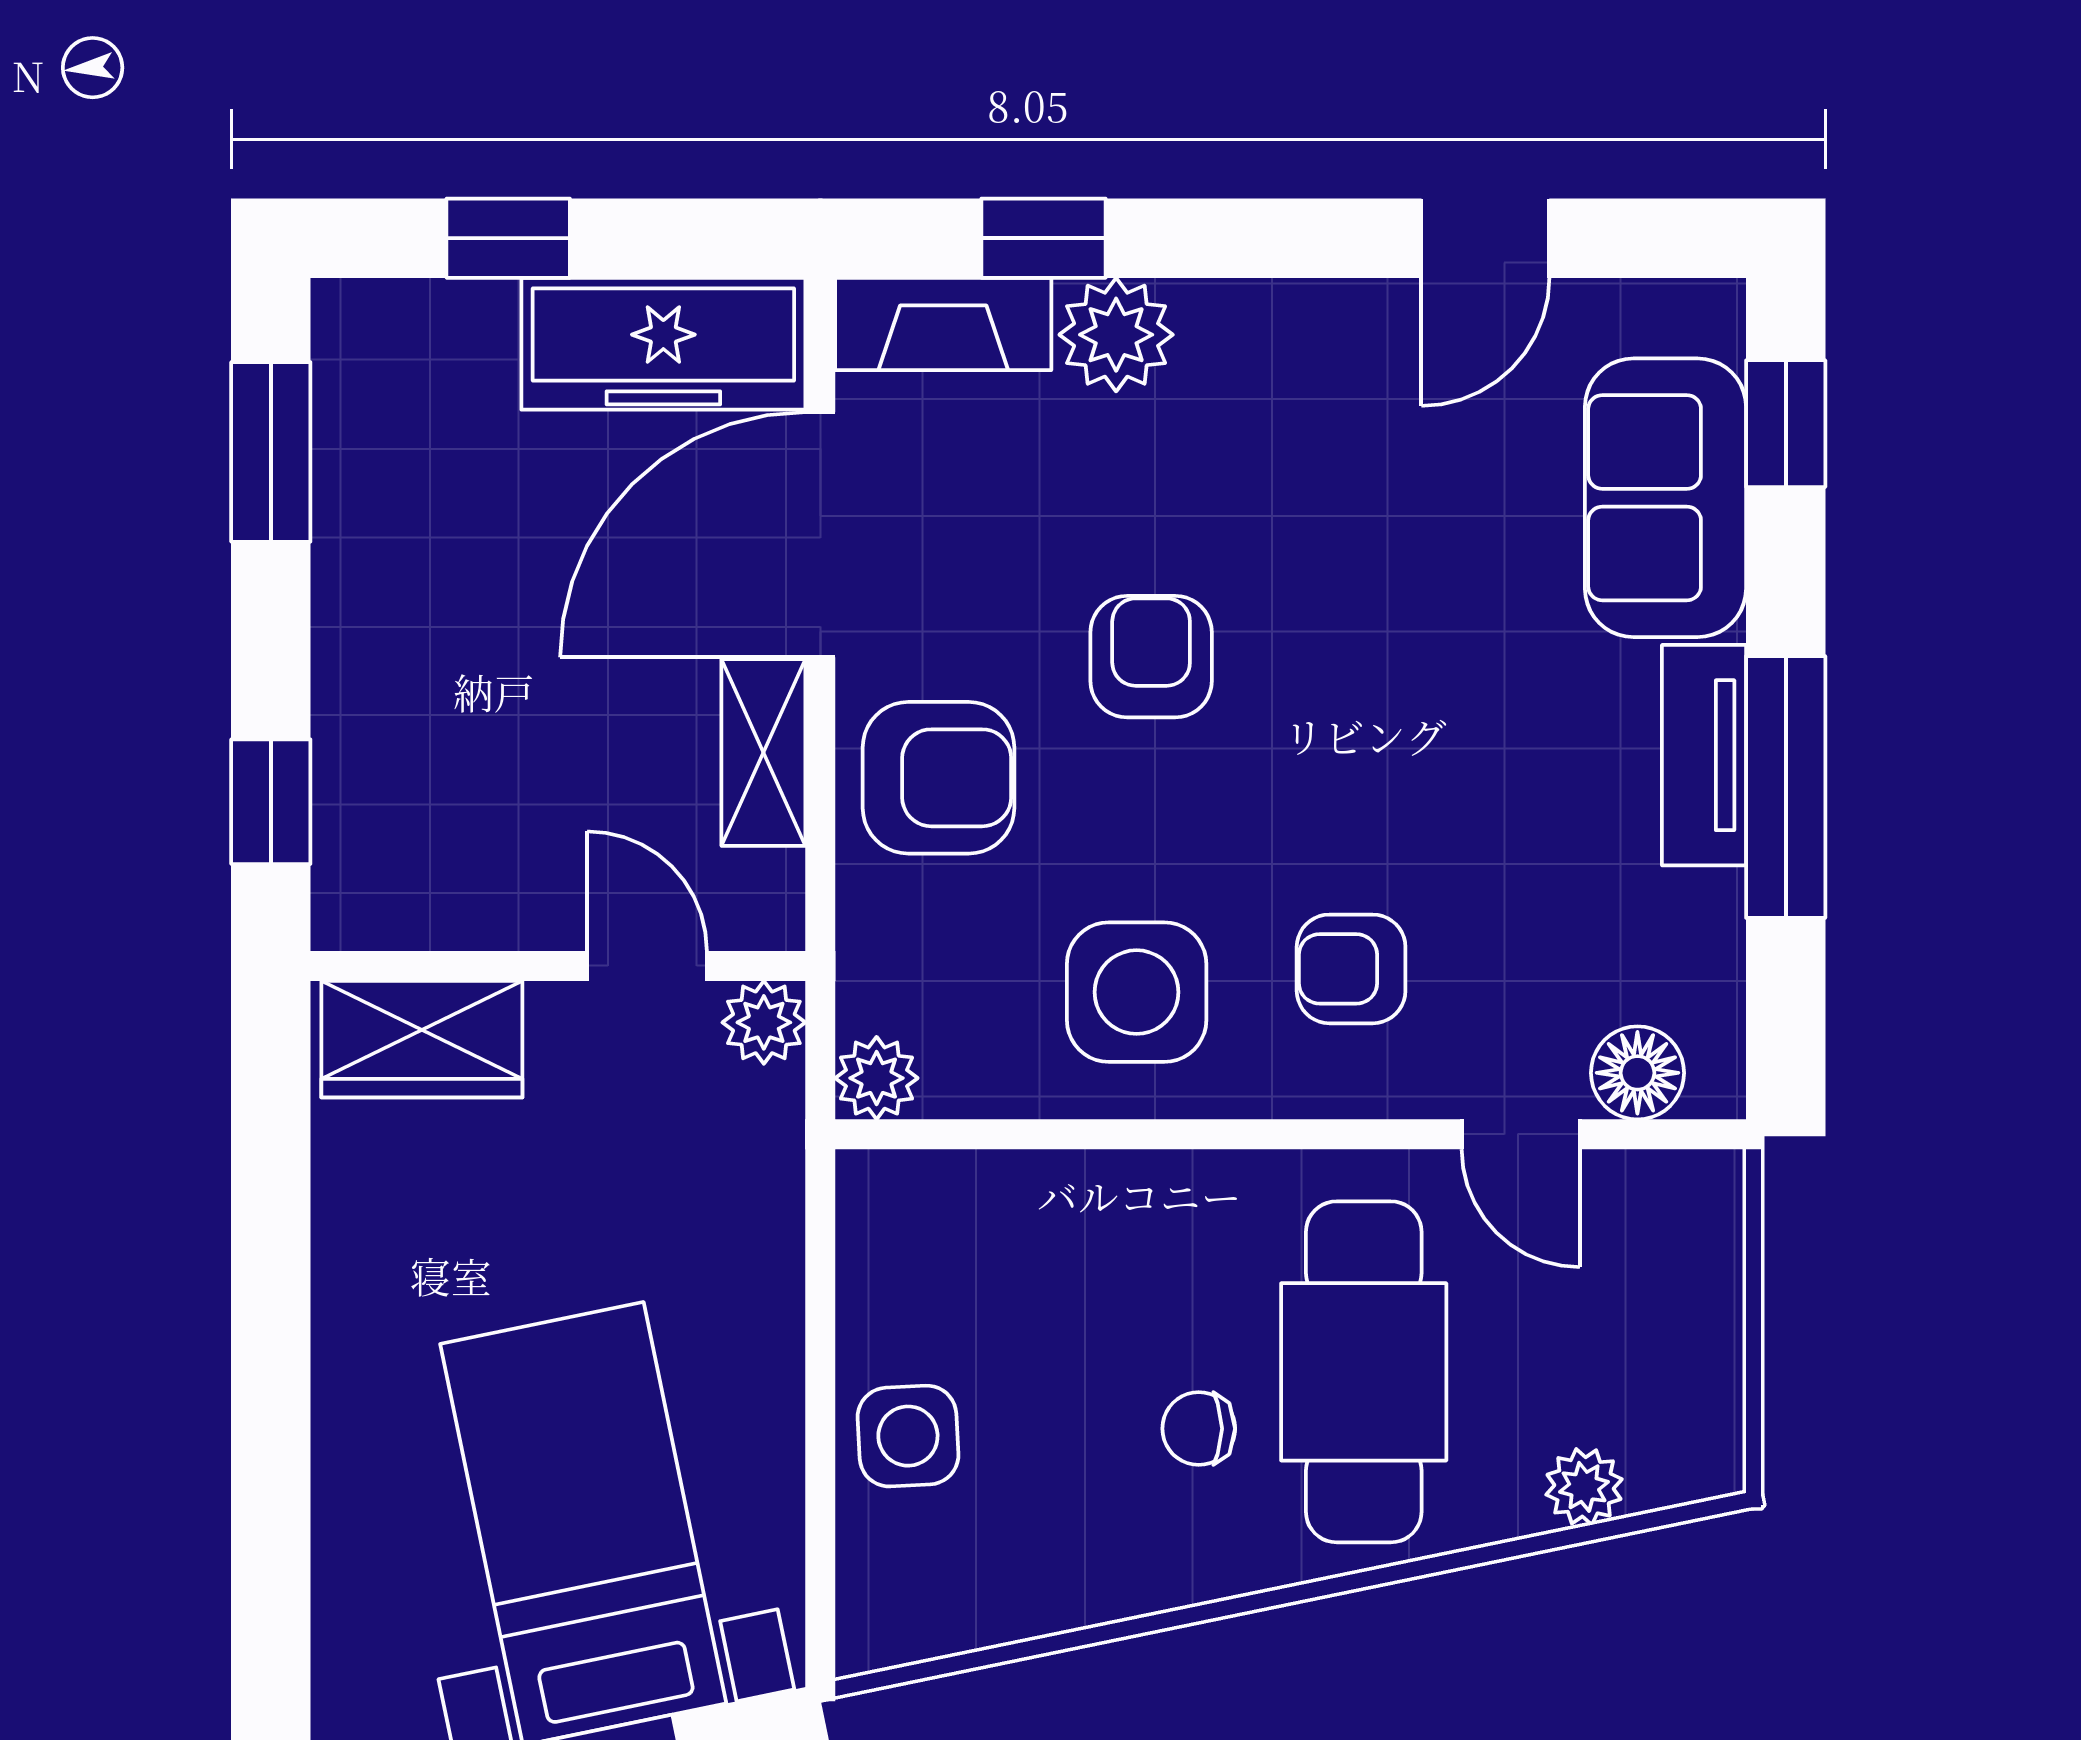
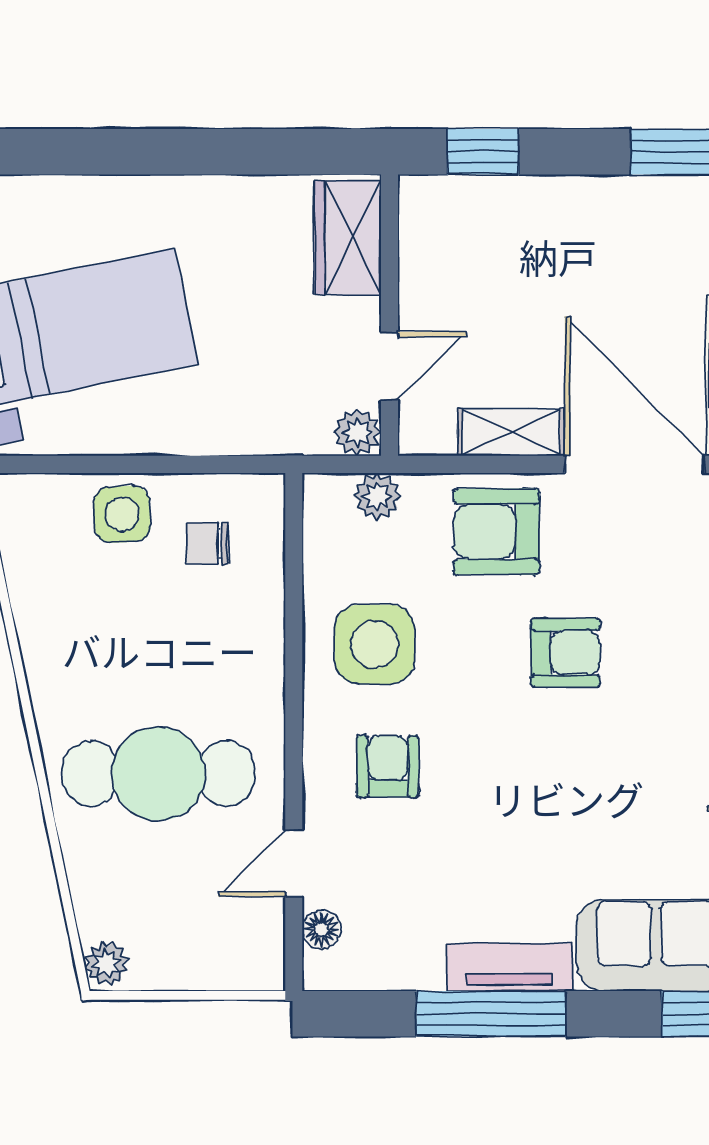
armchair: (939, 778) -> (497, 532), turned 90
floor lamp: (1637, 1073) -> (321, 929), width x0.73, depth x0.73
plant: (877, 1078) -> (377, 496), moved
chair: (1199, 1429) -> (207, 544), moved, turned -90
plant: (1584, 1487) -> (106, 964), moved

